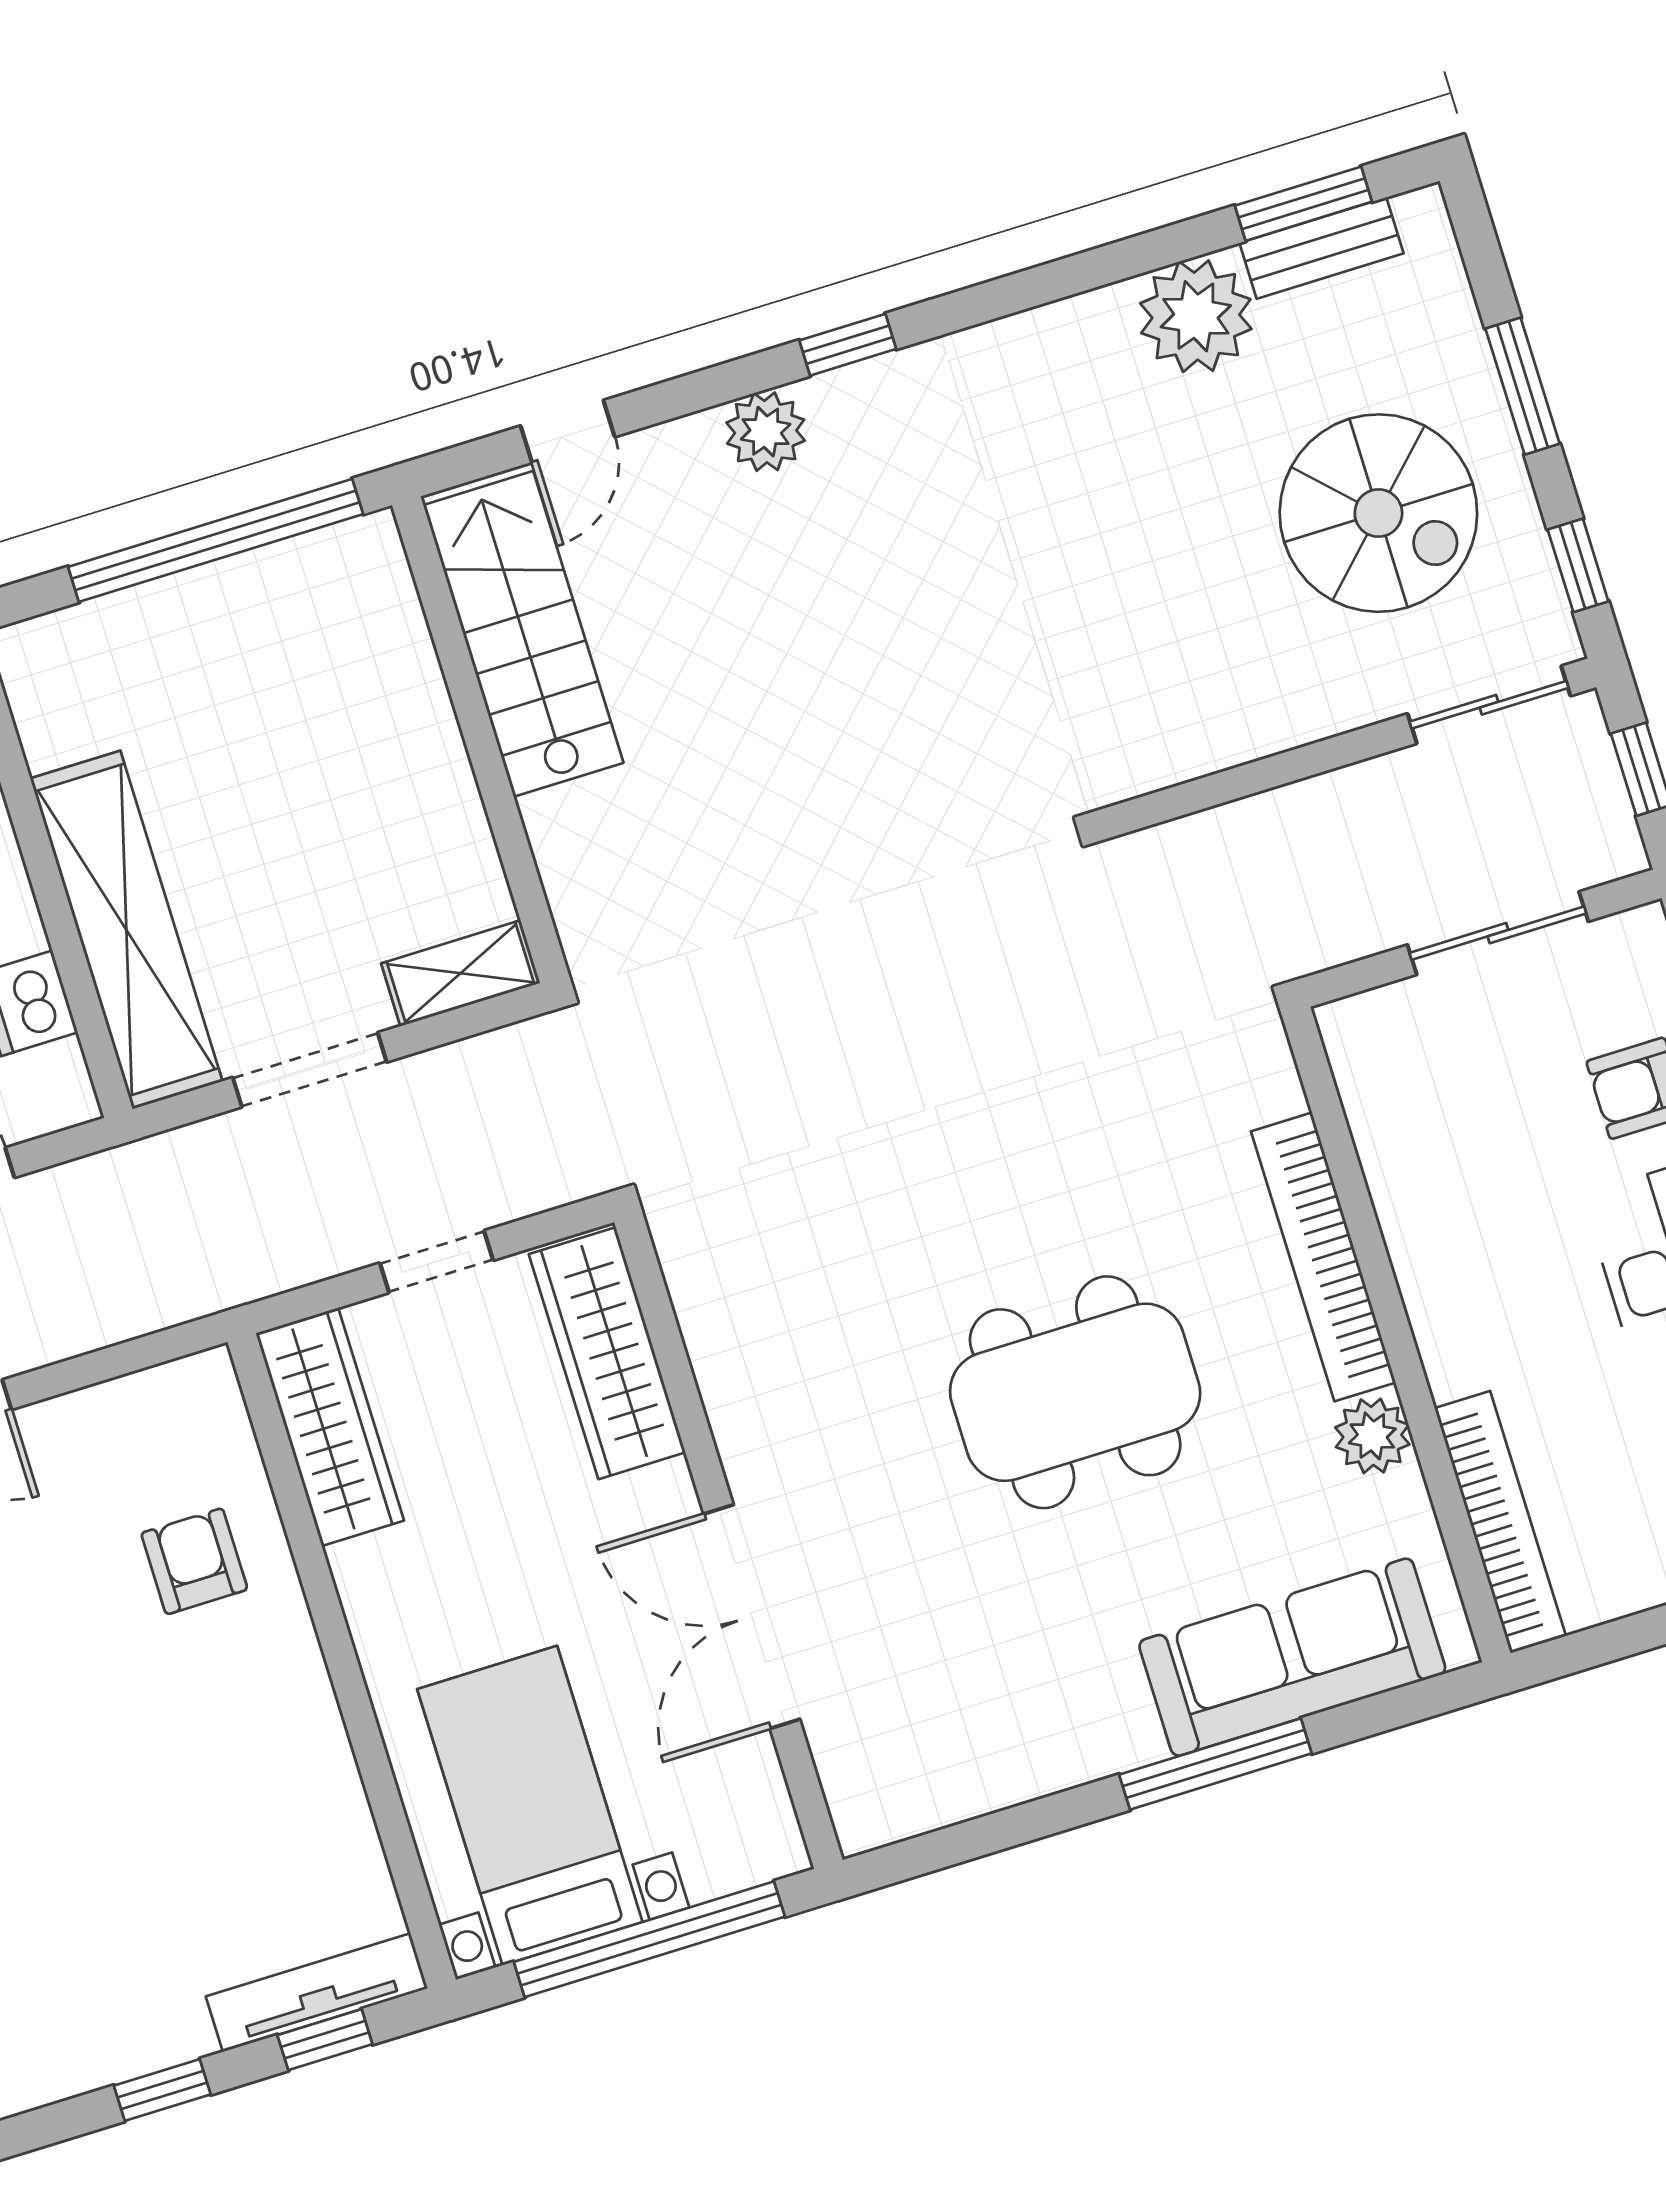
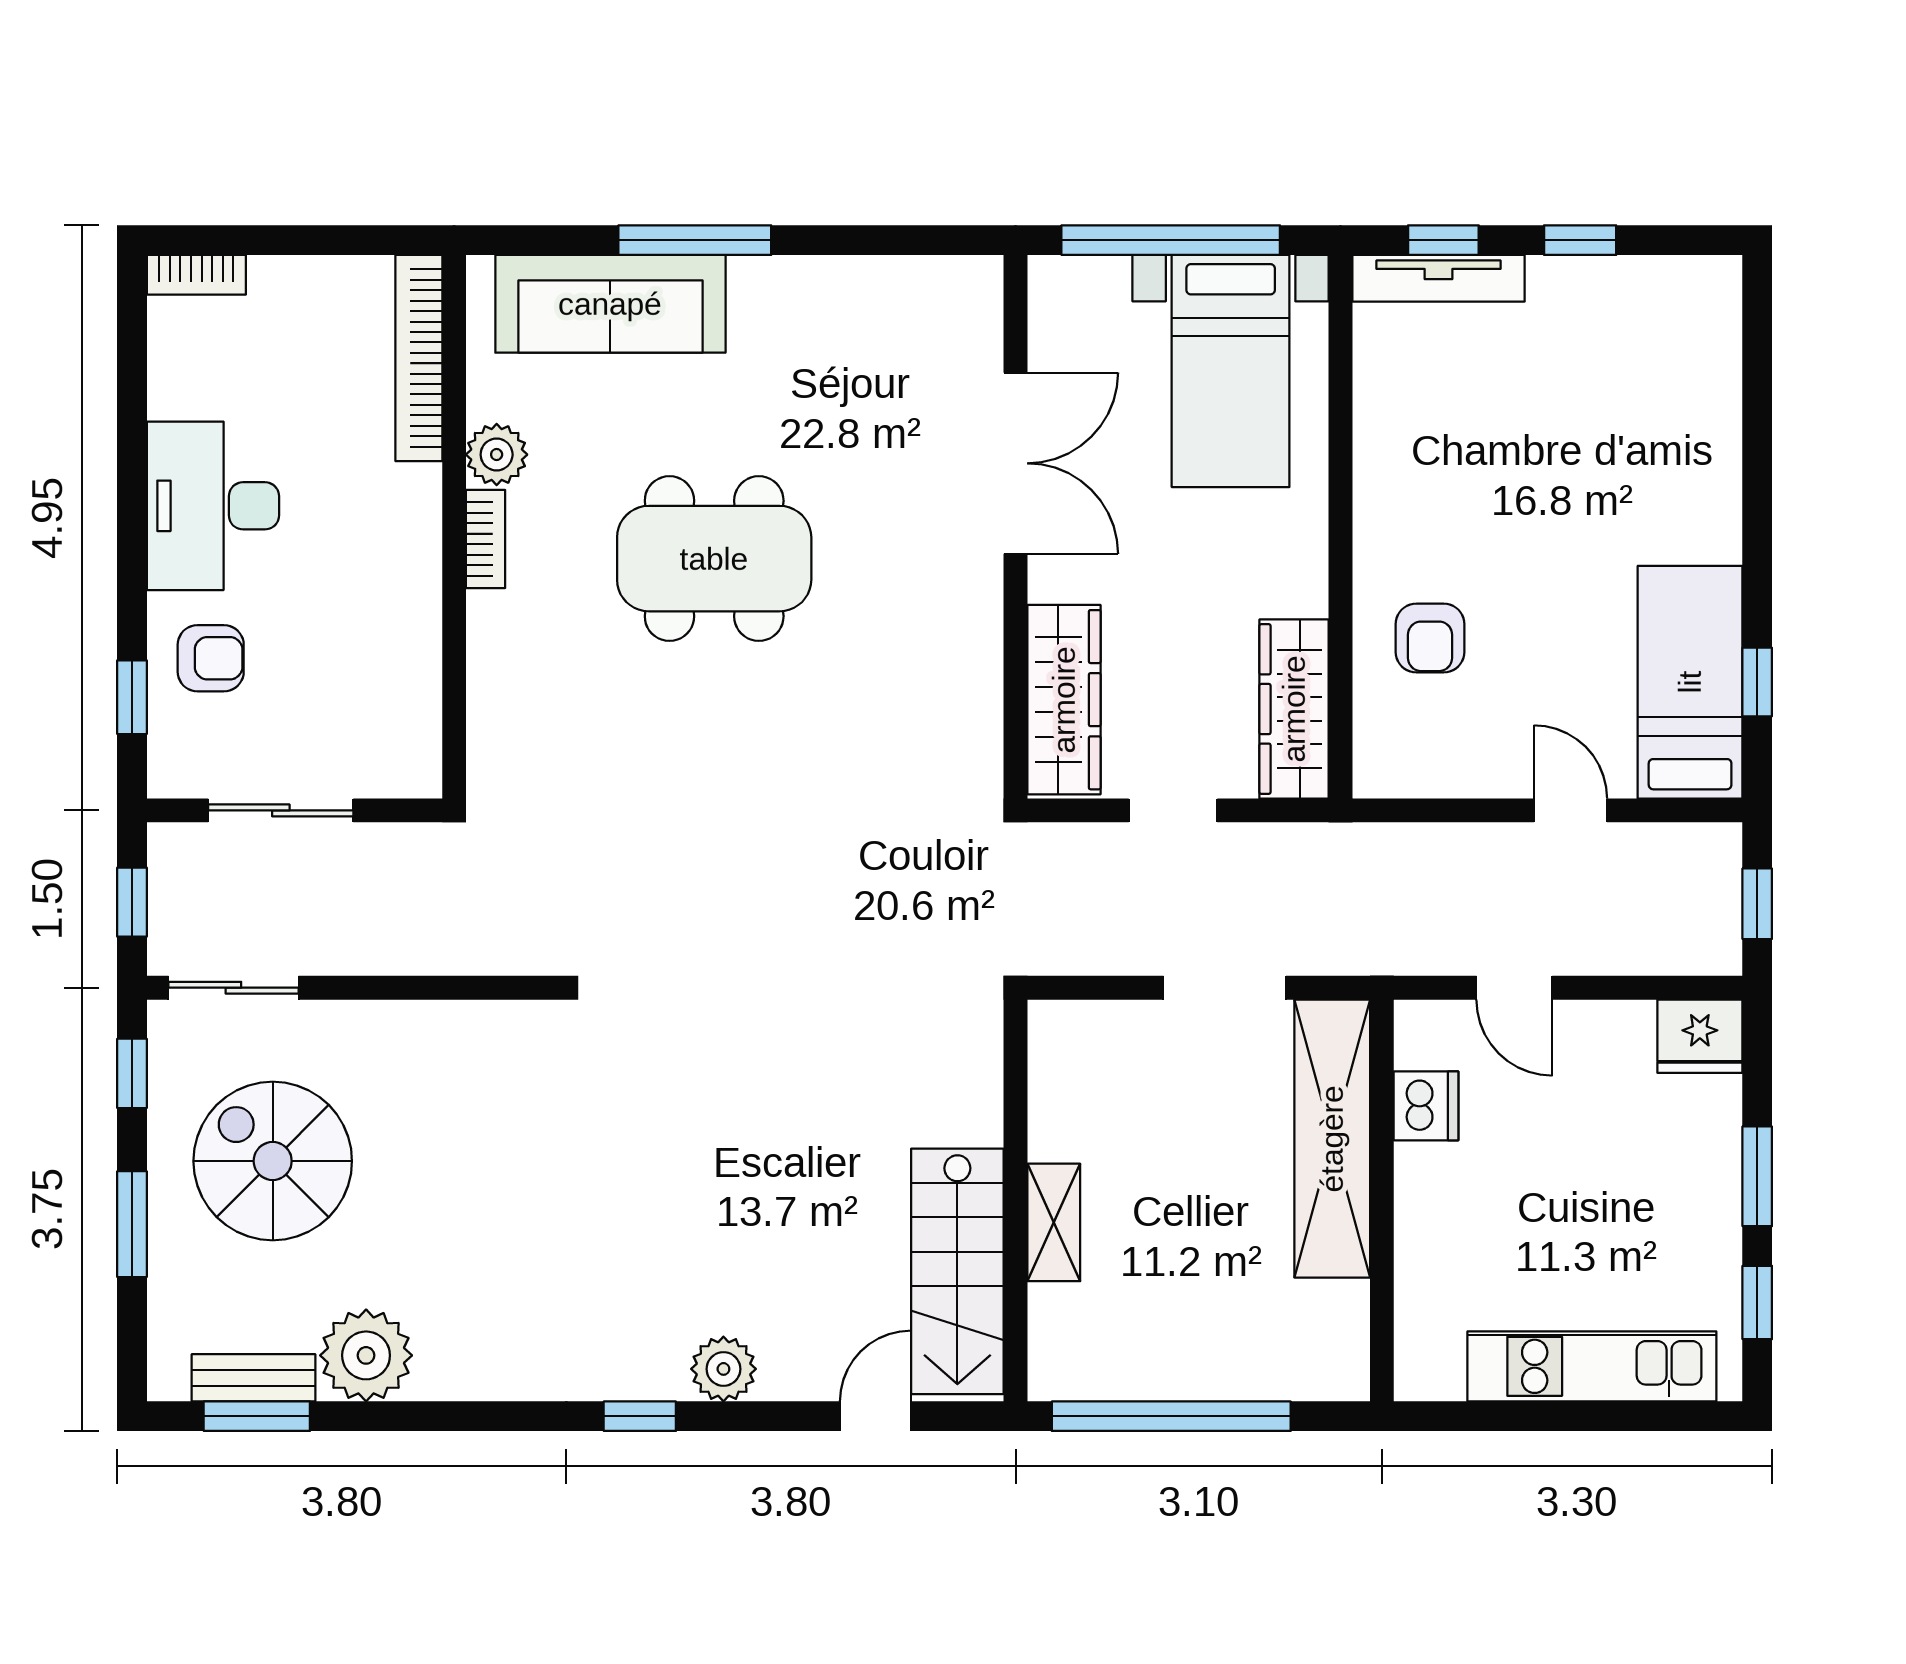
shelving: (461, 973) -> (1054, 1222), moved, turned 90
bookcase: (1323, 1257) -> (486, 539), width x0.43, depth x0.76

